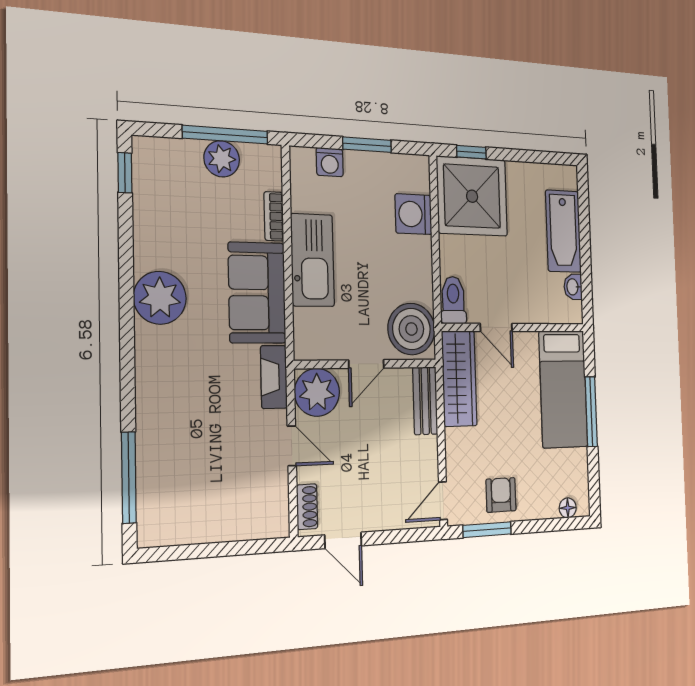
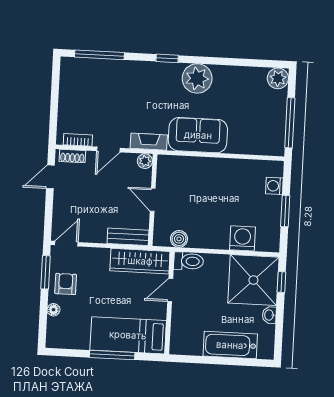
plant: (222, 159) -> (278, 78), moved
window: (125, 173) -> (167, 58), moved
bookcase: (274, 216) -> (78, 140), moved
kitchen sink: (312, 260) -> (216, 170), removed
washbasin: (573, 287) -> (269, 315), moved, turned -90
boiler: (411, 329) -> (179, 239), width x0.54, depth x0.54
plant: (317, 392) -> (145, 161), width x0.53, depth x0.53
armchair: (501, 495) -> (66, 284), turned -90
door: (443, 501) -> (66, 244), hinge flipped
floor lamp: (568, 508) -> (54, 310), moved

